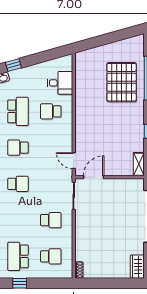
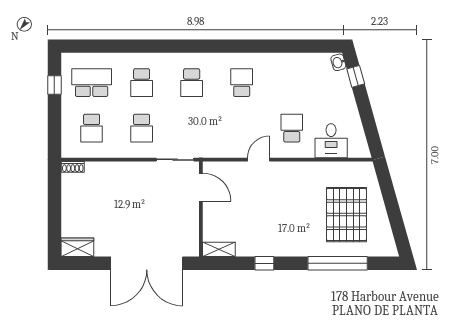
pallet: (122, 82) -> (346, 215), moved, turned 90
school desk: (18, 111) -> (142, 83), moved, width x0.54
door: (74, 161) -> (259, 160), moved

